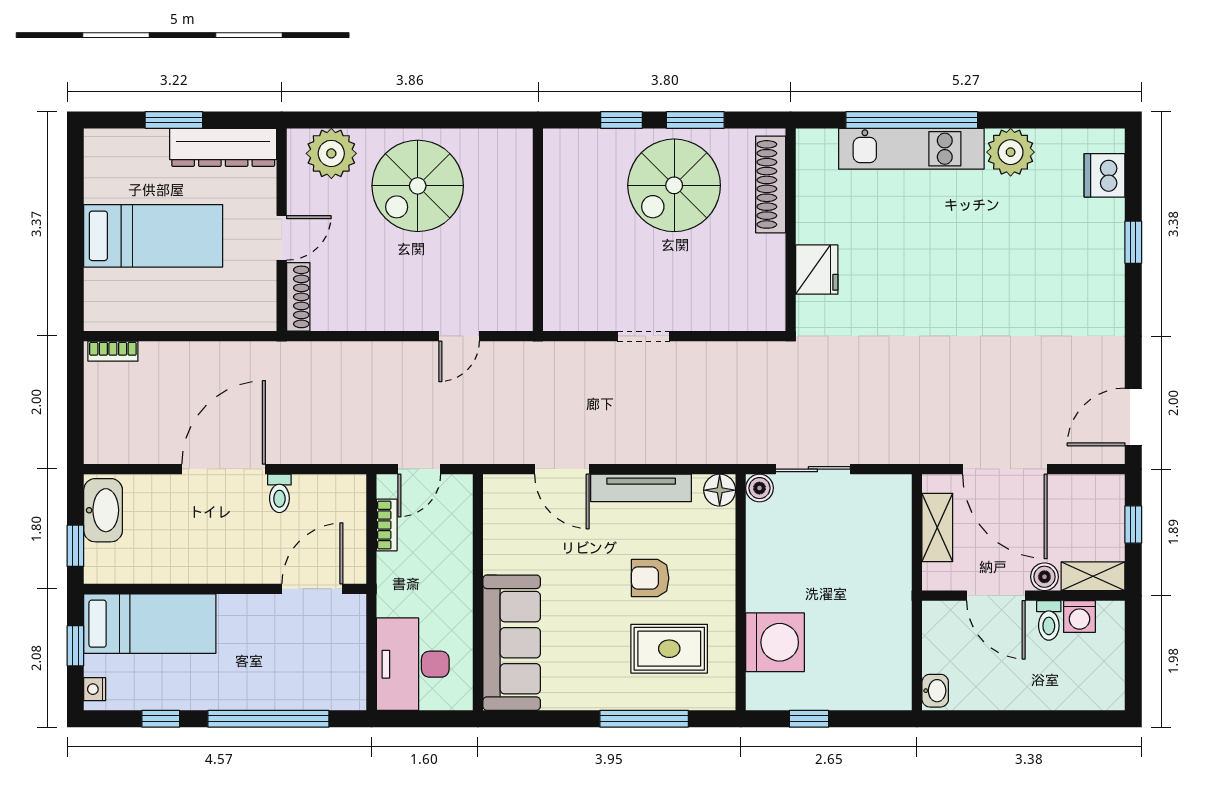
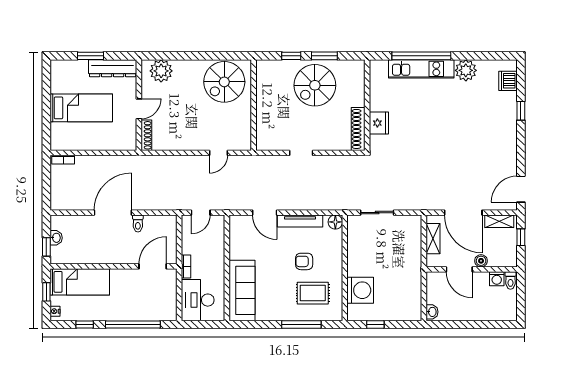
shoe rack: (771, 184) -> (358, 129), moved
spiral stairs: (418, 186) -> (224, 82), moved
boiler: (759, 488) -> (353, 221), removed
washbasin: (103, 510) -> (56, 238), width x0.52, depth x0.69
bookcase: (387, 525) -> (186, 267), moved
shelving: (1093, 576) -> (499, 221), moved
toilet: (1049, 620) -> (510, 280), moved

